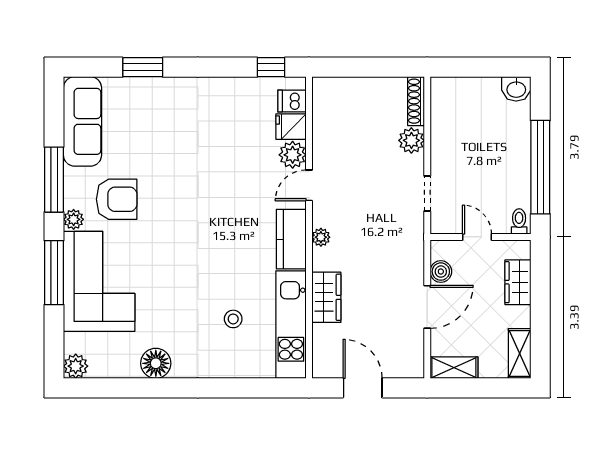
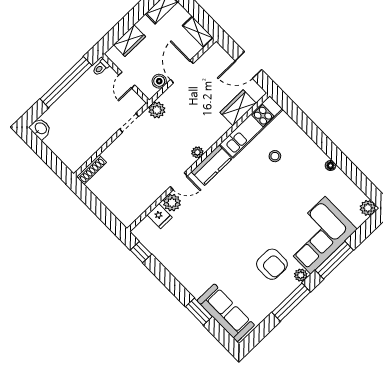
dishwasher: (292, 101) -> (147, 227), removed
sofa: (82, 121) -> (226, 313), moved, turned 90
plant: (411, 140) -> (157, 110), moved
armchair: (117, 199) -> (272, 264), turned 180
wardrobe: (326, 297) -> (238, 108), moved
door: (427, 307) -> (182, 72), hinge flipped
floor lamp: (156, 363) -> (330, 166), width x0.53, depth x0.53
door: (363, 388) -> (248, 65), hinge flipped

